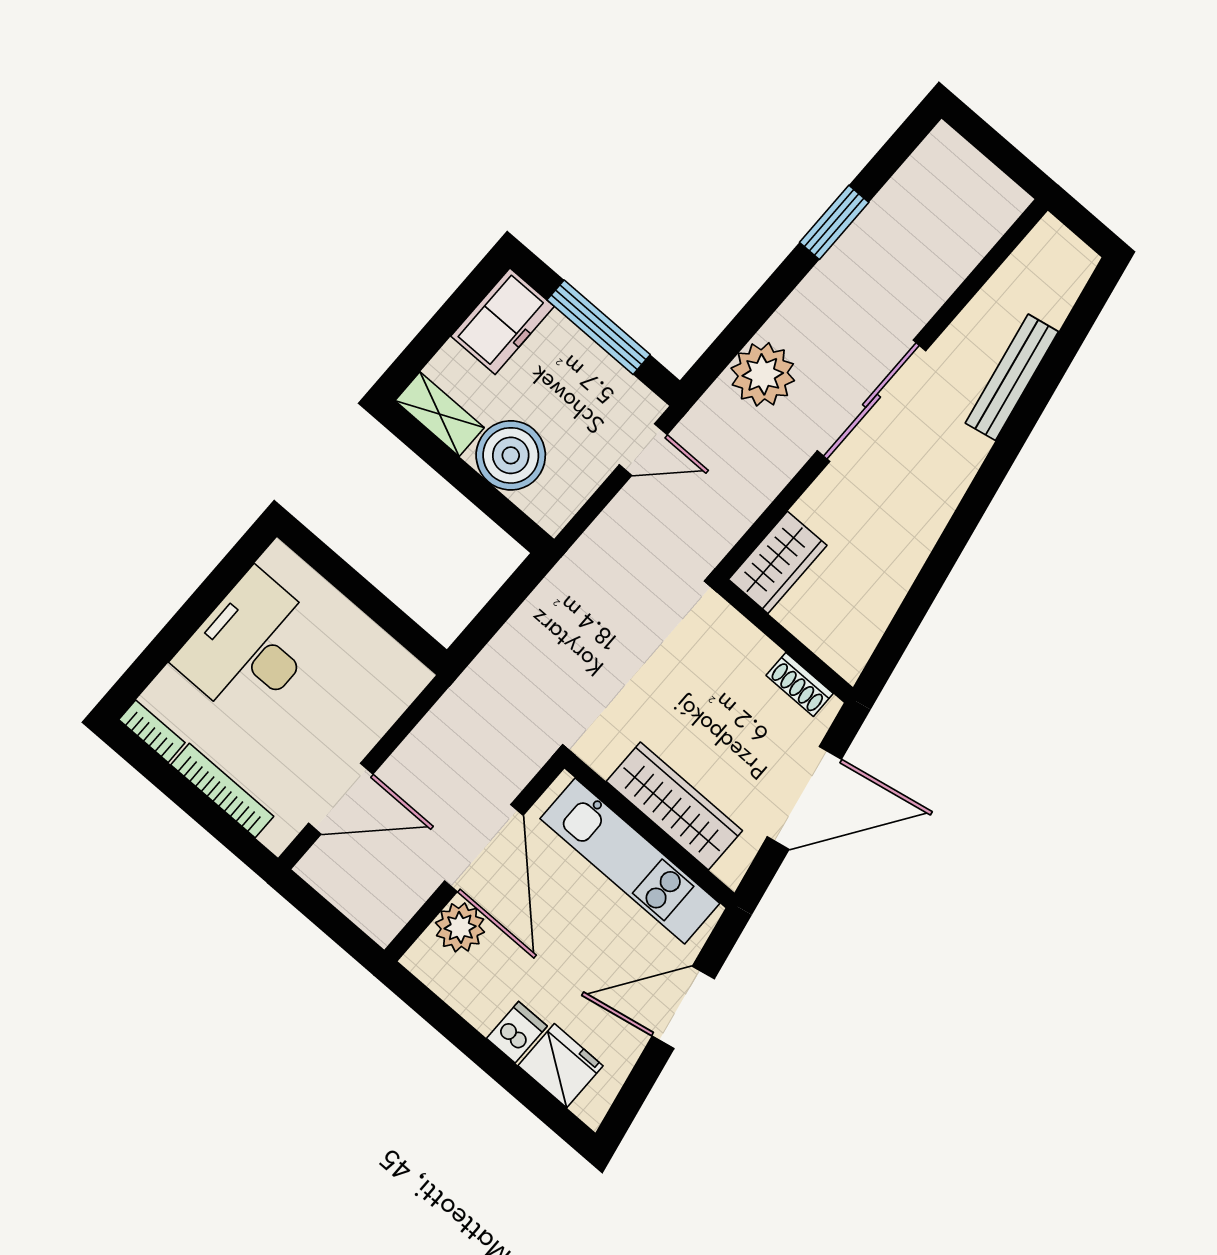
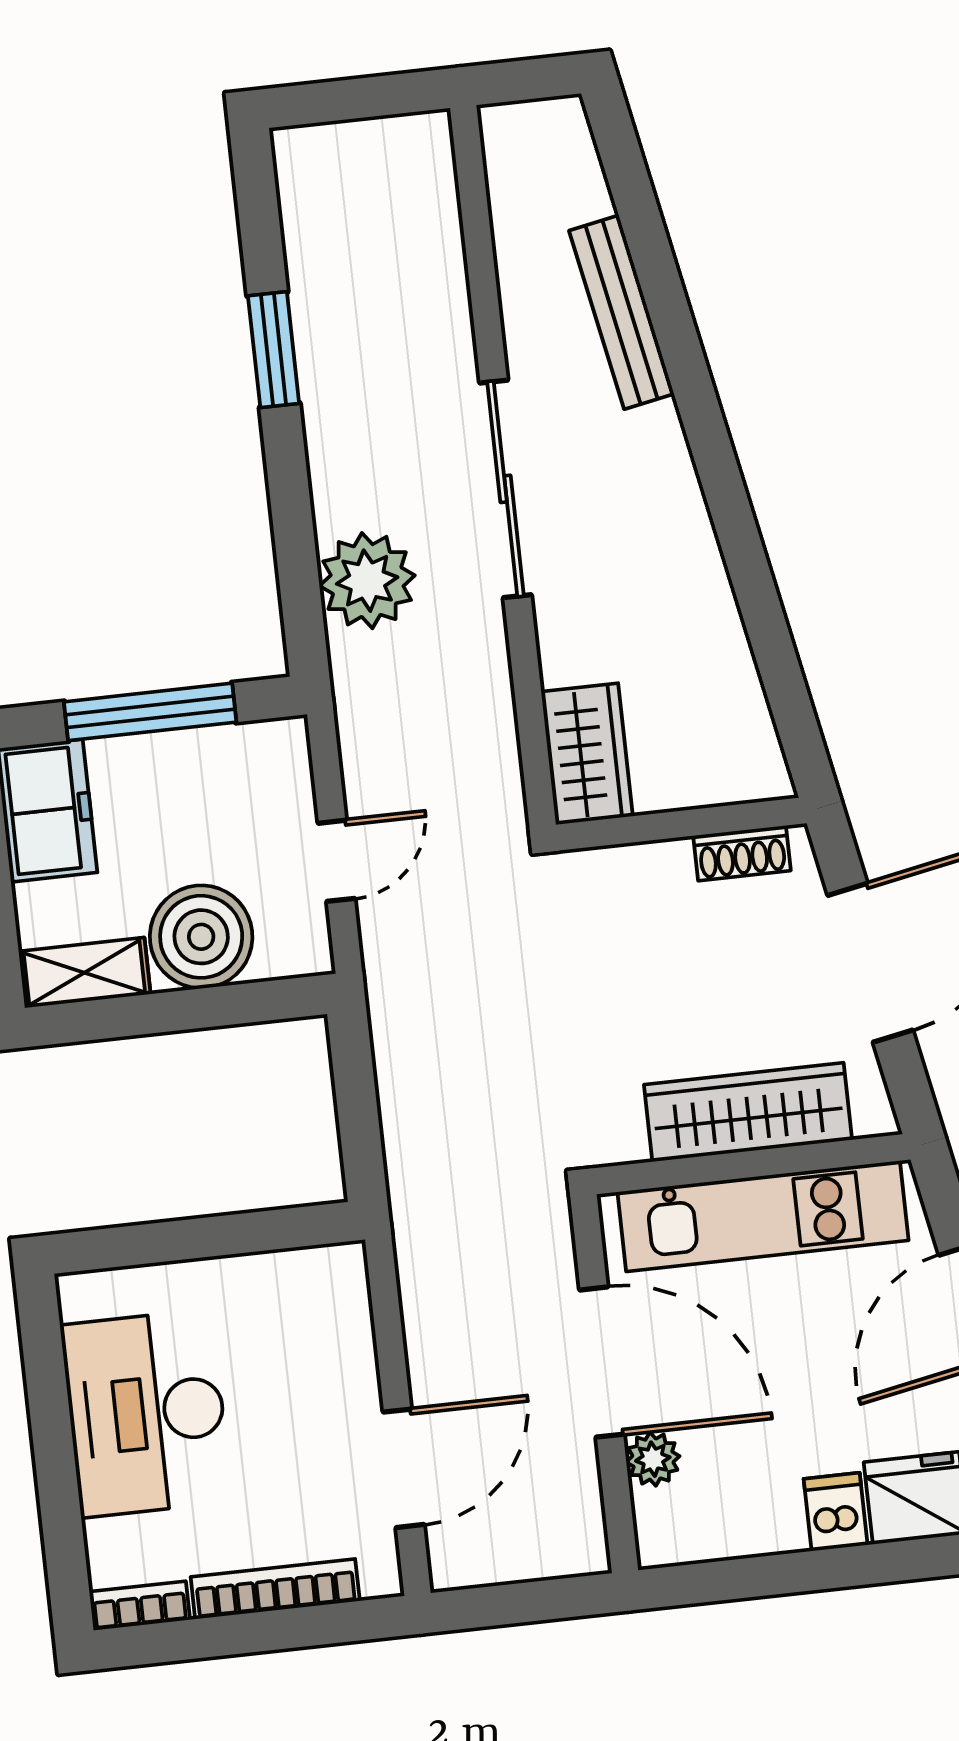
door: (643, 450) -> (337, 861), moved
plant: (460, 927) -> (653, 1459), width x0.73, depth x0.73

